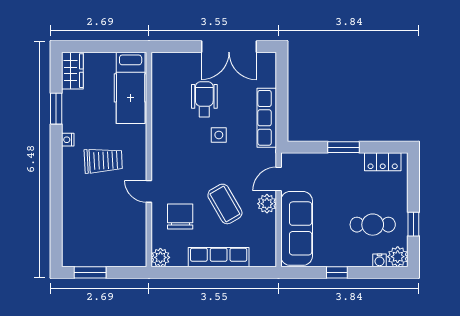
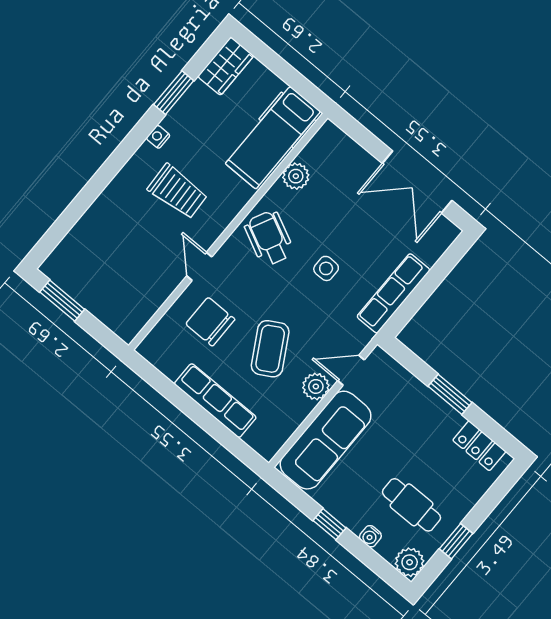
wheelchair: (204, 99) -> (269, 238), moved, turned -64
chair: (180, 216) -> (210, 322), turned -90
plant: (160, 257) -> (296, 176), moved
water cooler: (380, 260) -> (370, 536), moved

